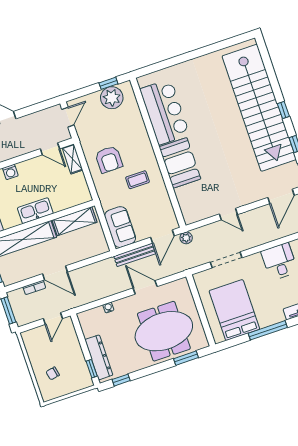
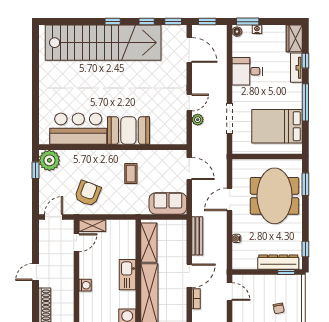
plant: (112, 98) -> (49, 160), moved
door: (68, 117) -> (54, 217), hinge flipped
armchair: (109, 159) -> (88, 193), moved, turned -69
plant: (186, 238) -> (198, 120), moved
bench: (135, 255) -> (197, 236), moved

